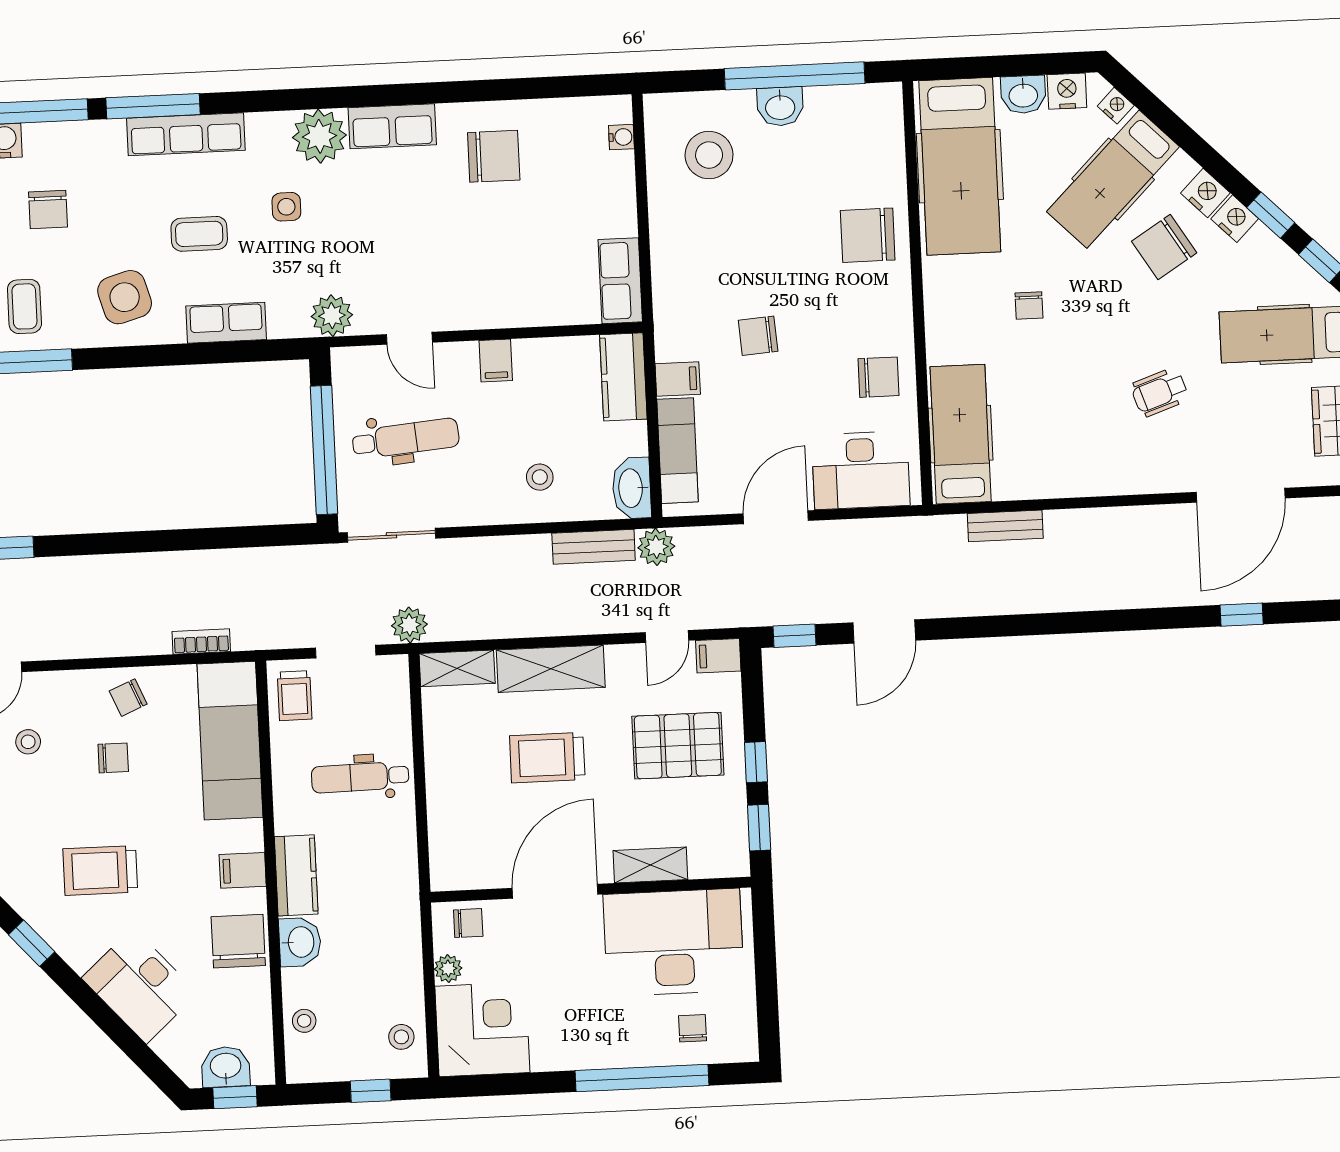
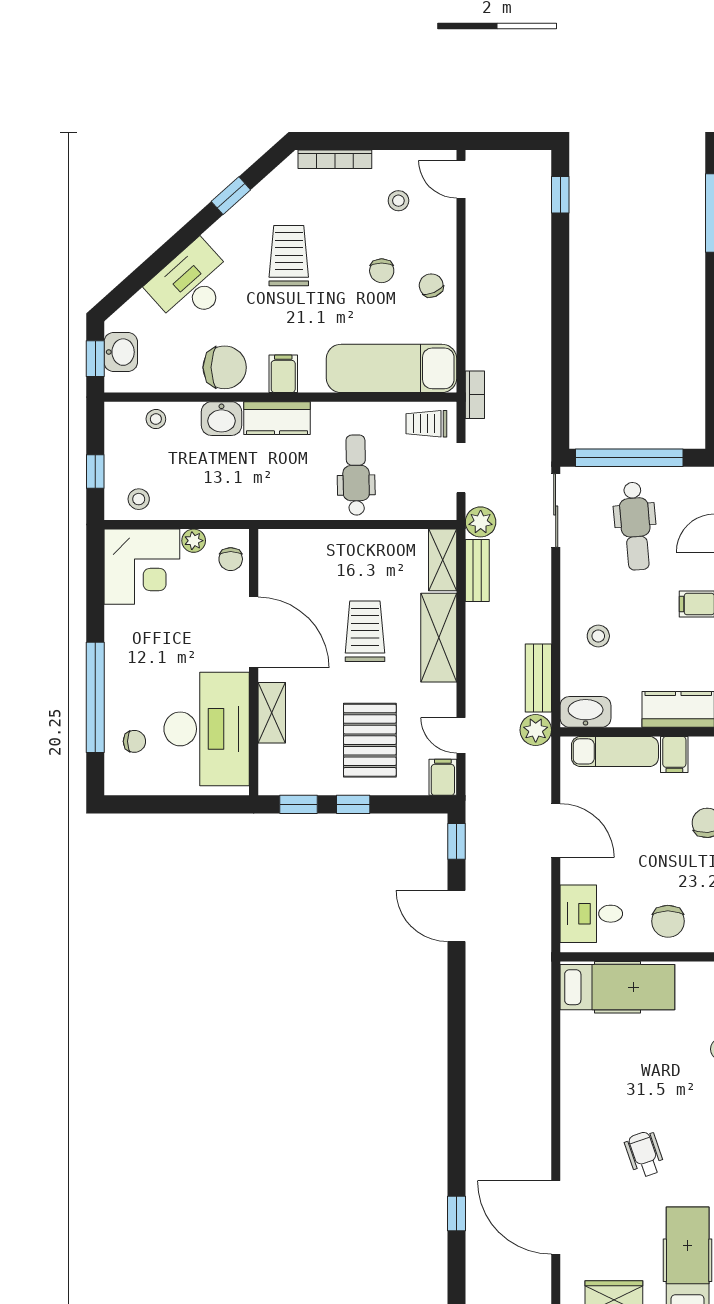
desk: (861, 470) -> (591, 914), width x0.73
bench: (1005, 526) -> (477, 571), moved
bookcase: (201, 642) -> (475, 395), moved

